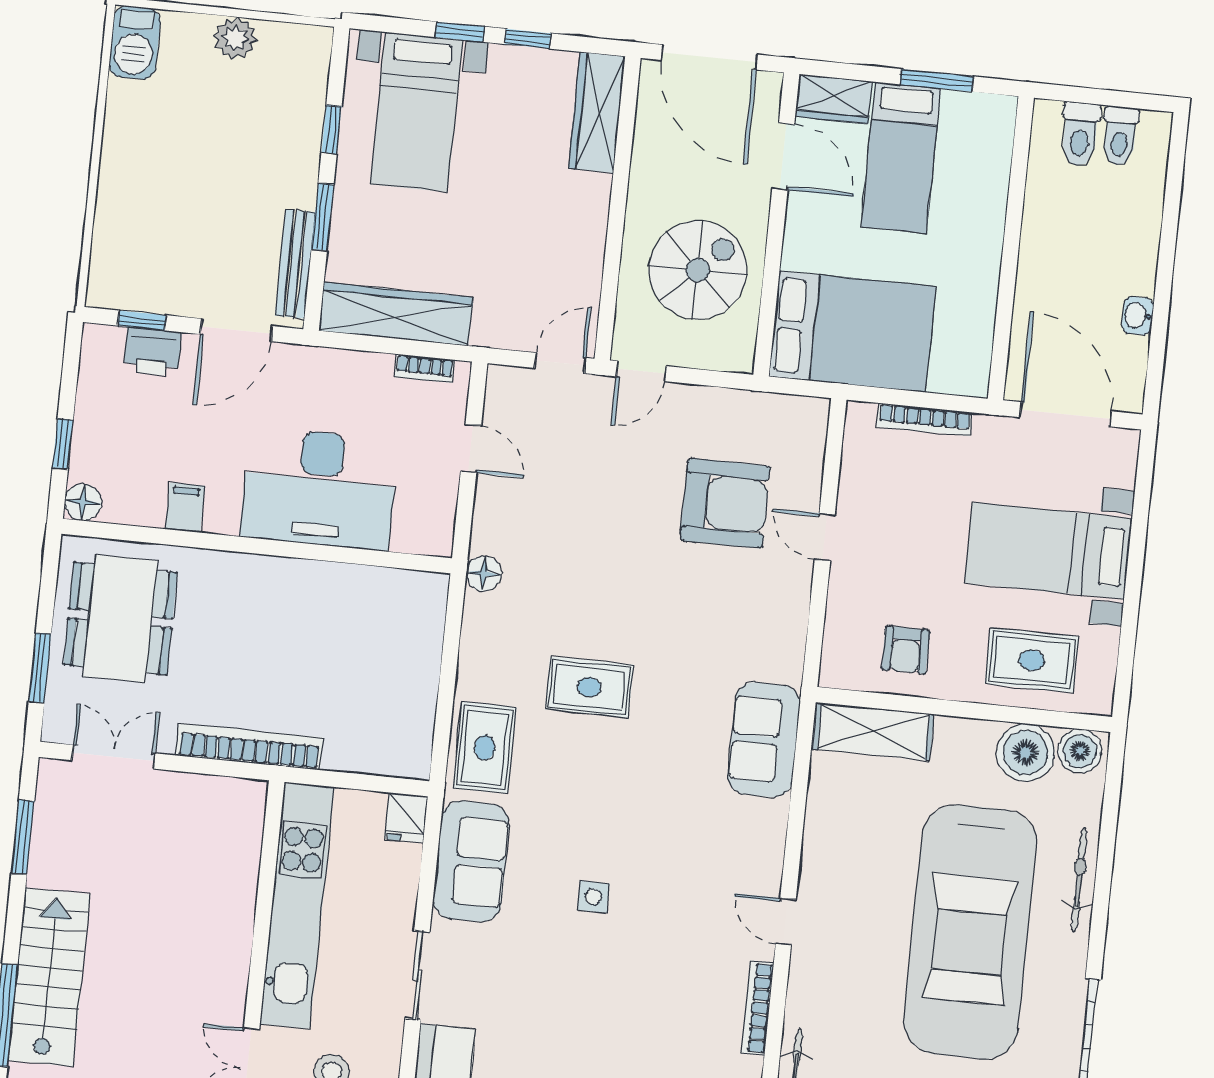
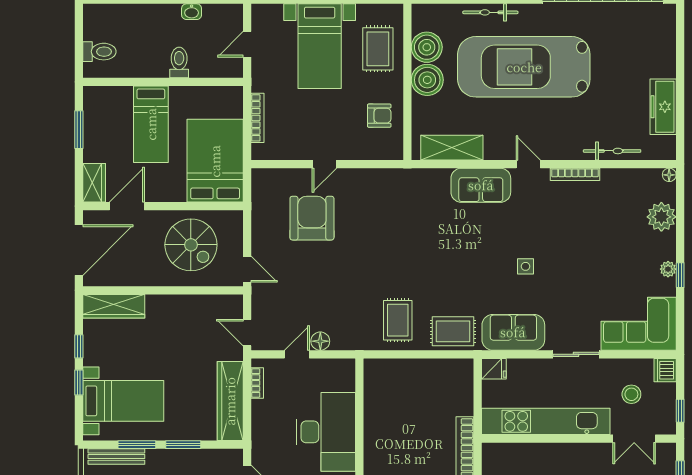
window: (331, 129) -> (137, 445), width x1.50
toilet: (1120, 136) -> (179, 62), moved, turned -90
bed: (901, 158) -> (151, 124), moved, turned 90
bench: (295, 264) -> (116, 457), moved
spiral stairs: (698, 270) -> (191, 245), turned 180
door: (560, 363) -> (247, 333), moved
door: (1066, 414) -> (247, 44), width x0.53
floor lamp: (484, 574) -> (320, 341), moved
rug: (589, 687) -> (398, 320), moved
shelving: (873, 732) -> (452, 148), moved, turned 90
sofa: (764, 740) -> (481, 185), moved
boiler: (1080, 751) -> (427, 80), moved, width x1.37, depth x1.37
door: (786, 922) -> (528, 164), swing flipped
car: (970, 932) -> (524, 67), turned 180

